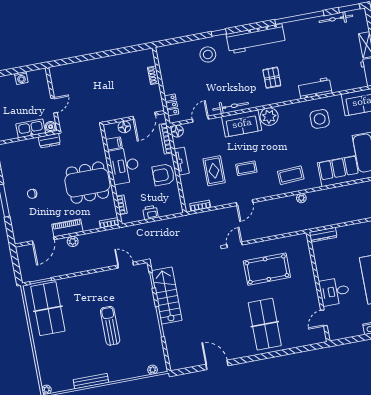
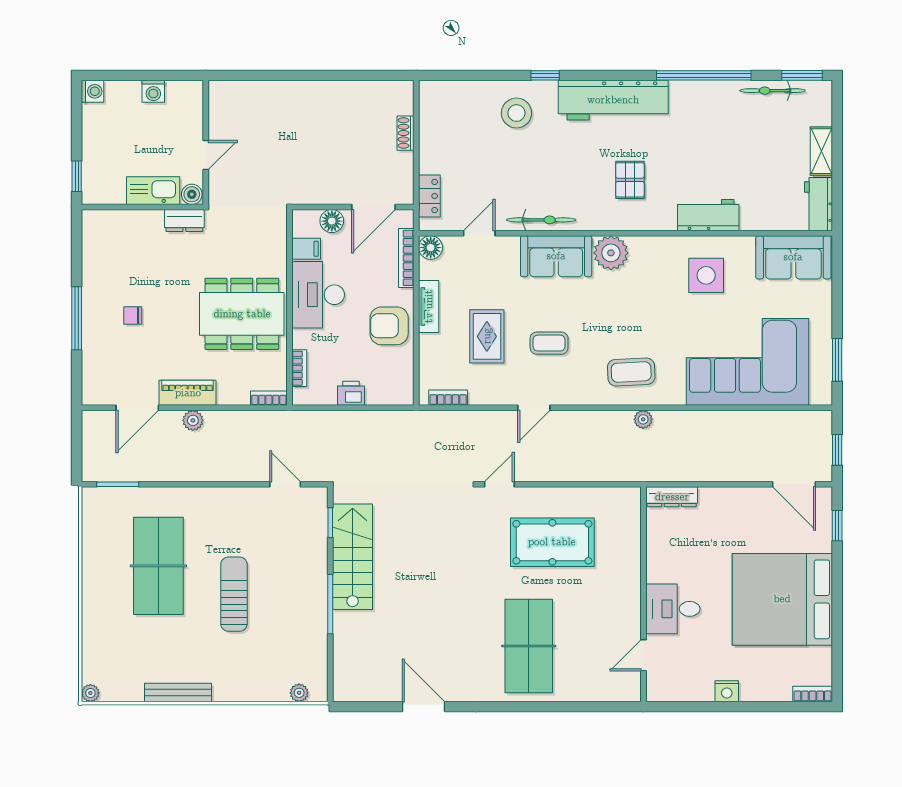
table tennis table: (48, 309) -> (158, 566), moved

